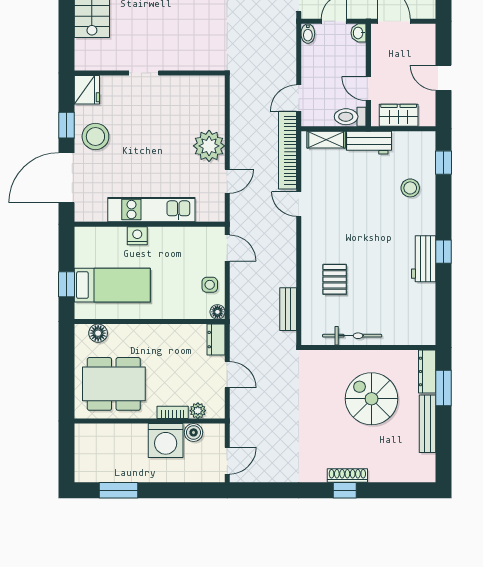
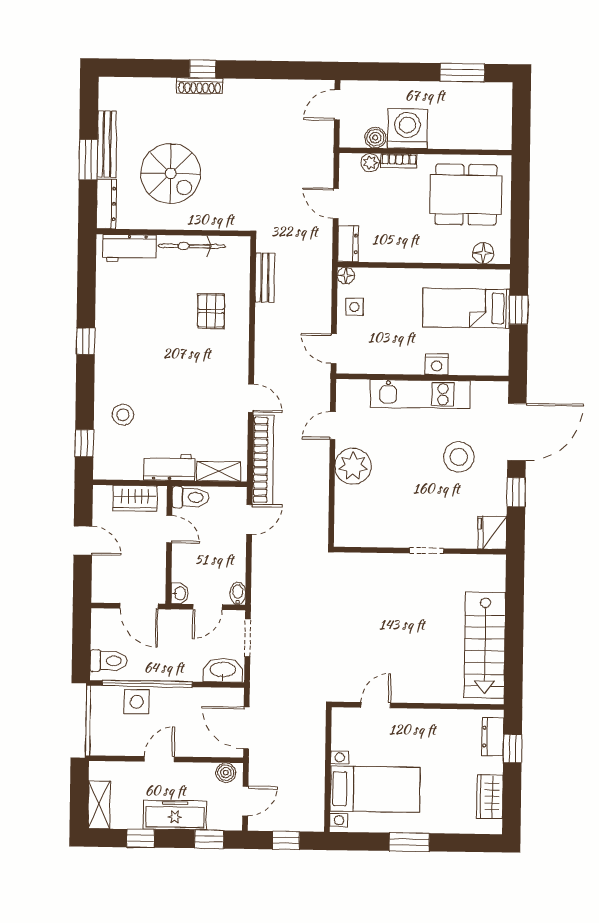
stool: (95, 136) -> (459, 457), moved
workbench: (424, 259) -> (130, 248), moved, turned 90
window: (444, 388) -> (88, 160), moved

